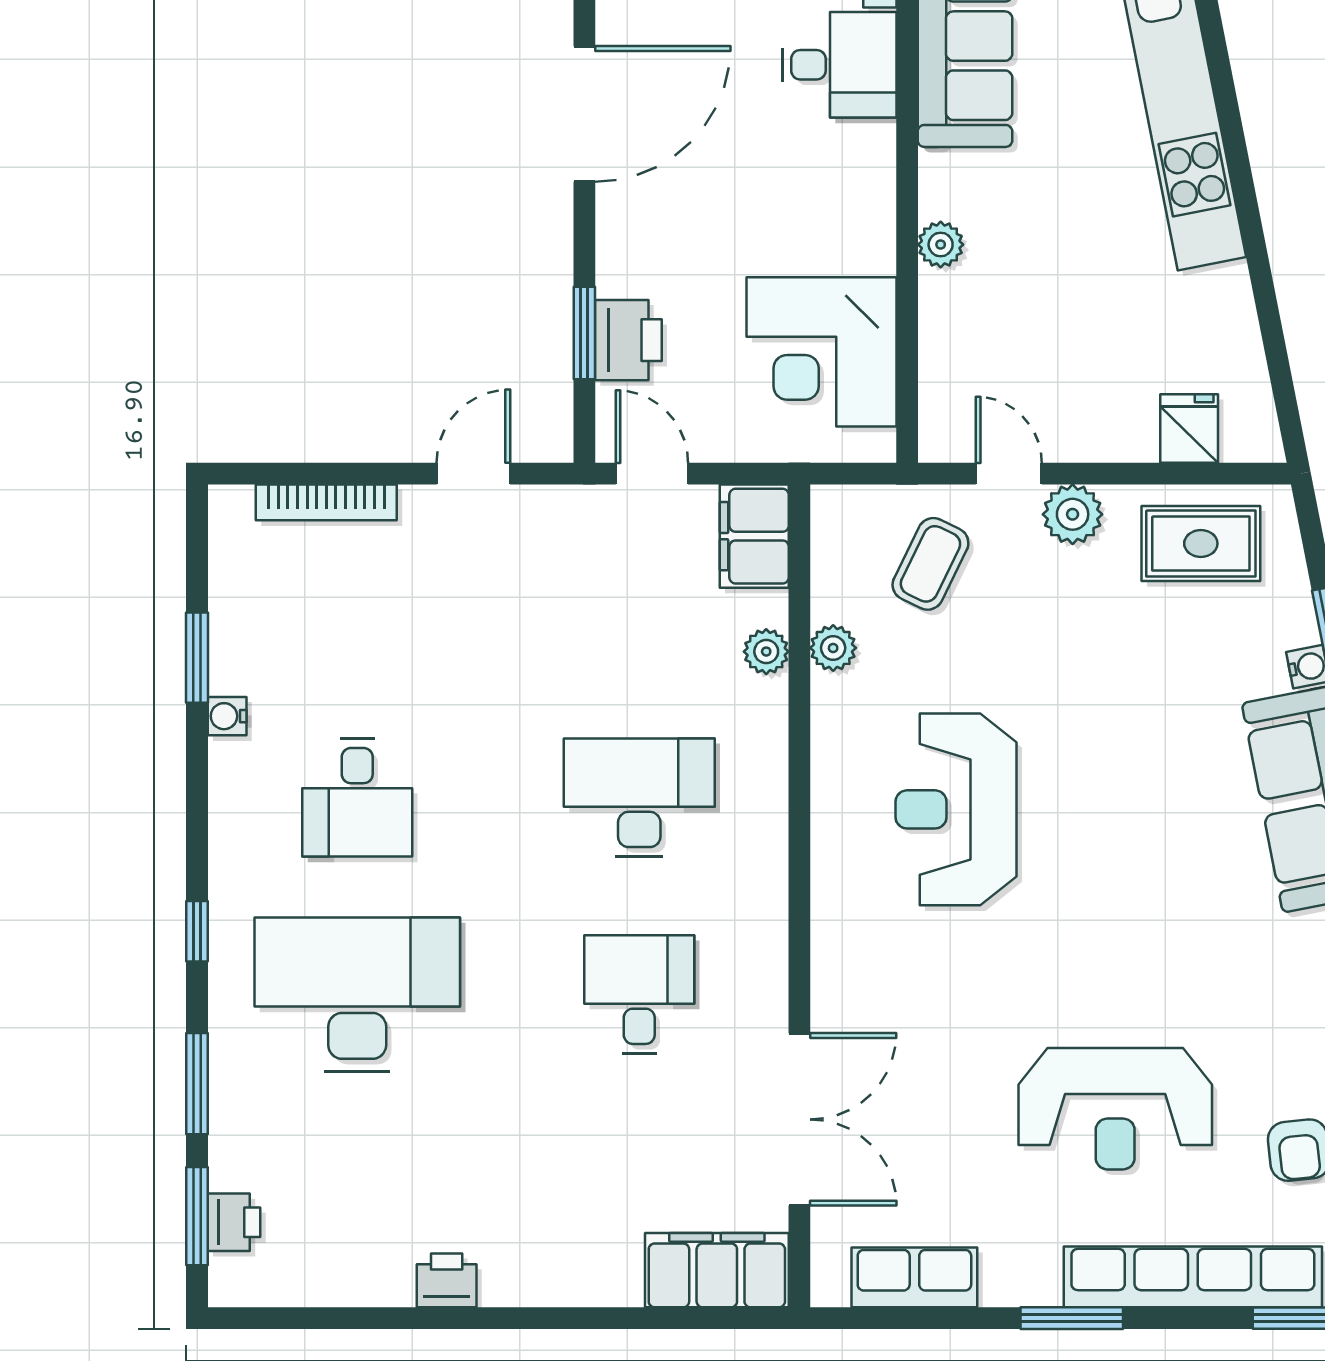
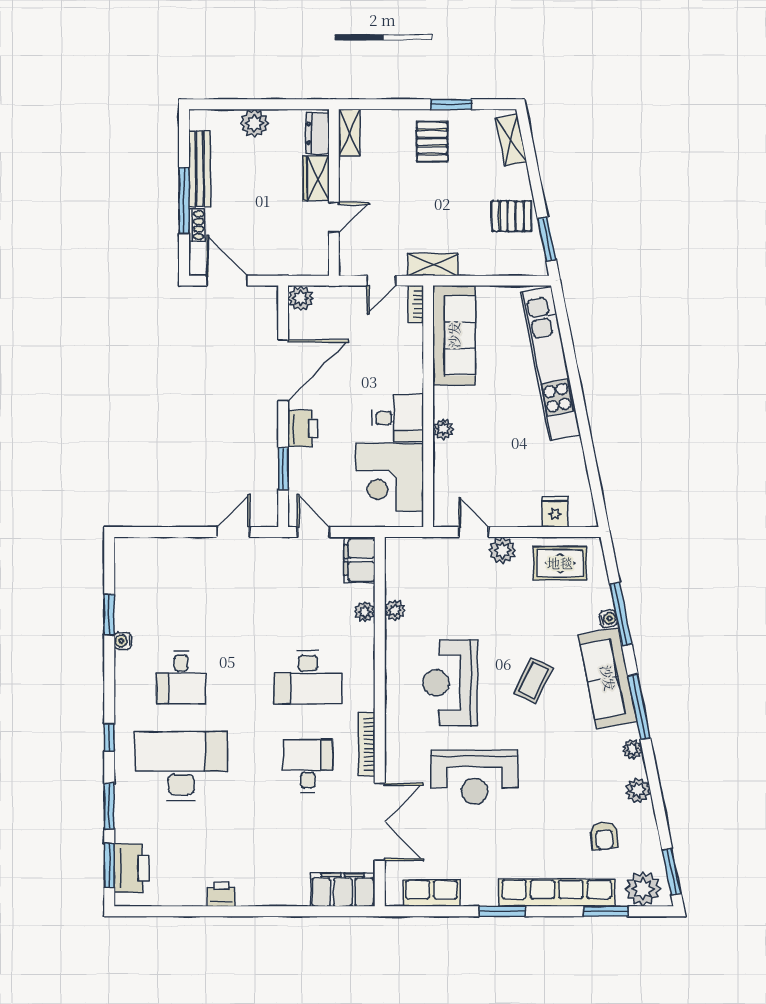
desk: (839, 65) -> (398, 418), moved
printer: (628, 340) -> (303, 428), moved
bookcase: (326, 502) -> (367, 744), moved, turned 90
coffee table: (930, 564) -> (533, 680), moved
desk: (639, 798) -> (308, 677), turned 180
reception desk: (1115, 1109) -> (474, 777), moved
printer: (234, 1222) -> (131, 868), width x1.87, depth x1.48

